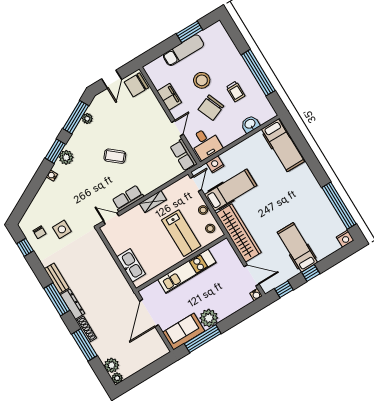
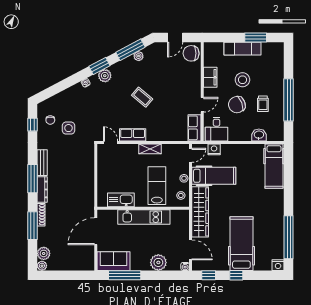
lab bench: (181, 233) -> (157, 186), turned 180
hospital bed: (297, 247) -> (241, 244), width x1.37, depth x1.29
kitchen sink: (131, 265) -> (121, 200), moved, turned -90
plant: (209, 318) -> (158, 262), moved

